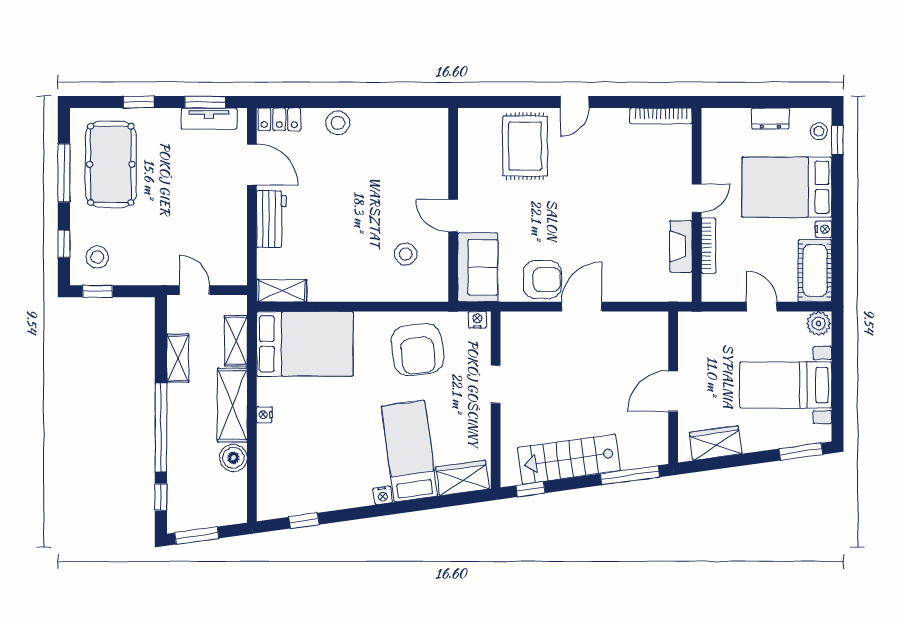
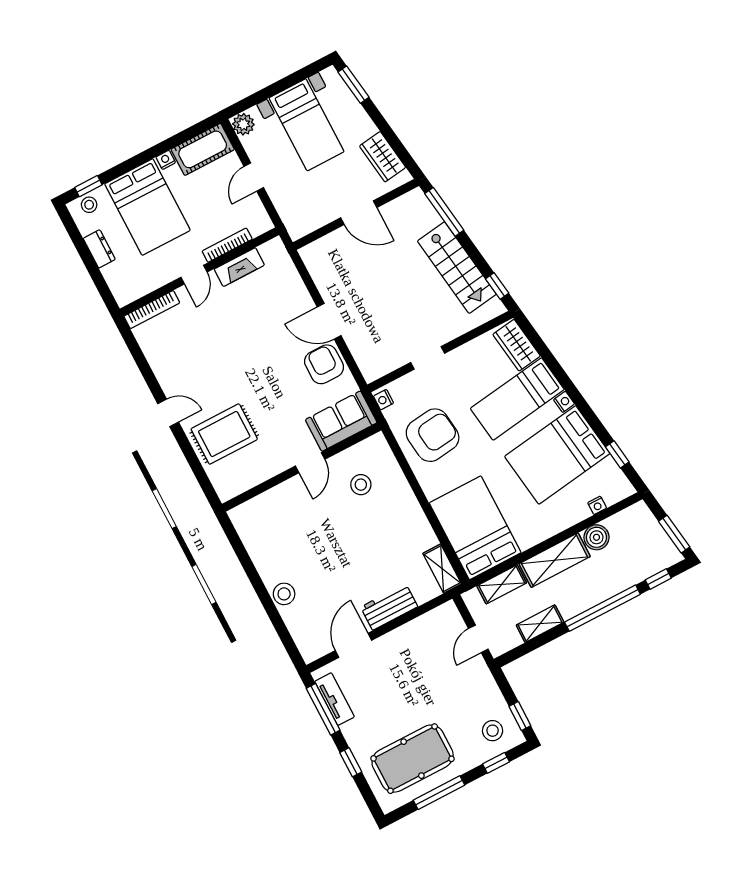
window: (205, 102) -> (323, 709), width x1.44
bookcase: (661, 116) -> (152, 310), moved, turned 90
locker: (279, 119) -> (306, 642), removed
door: (697, 198) -> (194, 275), swing flipped
nightstand: (264, 415) -> (597, 505), moved
bed: (334, 462) -> (557, 455), added

